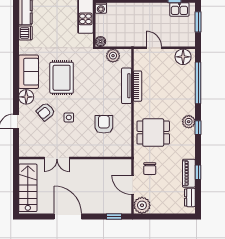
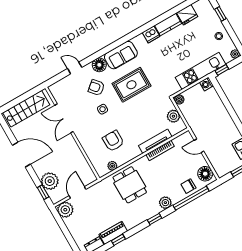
door: (154, 48) -> (199, 146), swing flipped
plant: (189, 122) -> (165, 203), moved
armchair: (104, 124) -> (113, 141), turned -90
plant: (126, 139) -> (112, 166), added
double door: (57, 158) -> (64, 118), width x1.37
chair: (150, 169) -> (188, 186), moved
plant: (107, 204) -> (50, 181), added
door: (68, 217) -> (21, 155), hinge flipped

